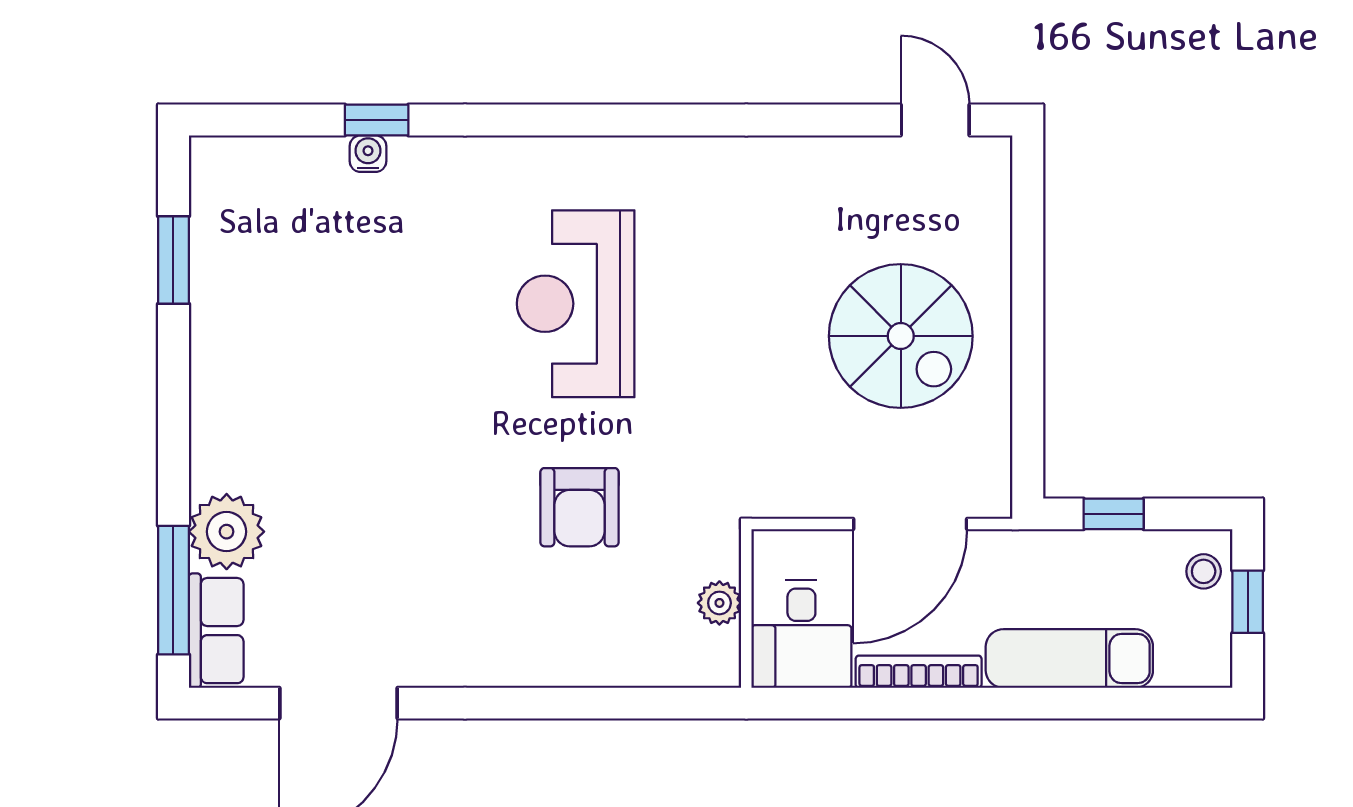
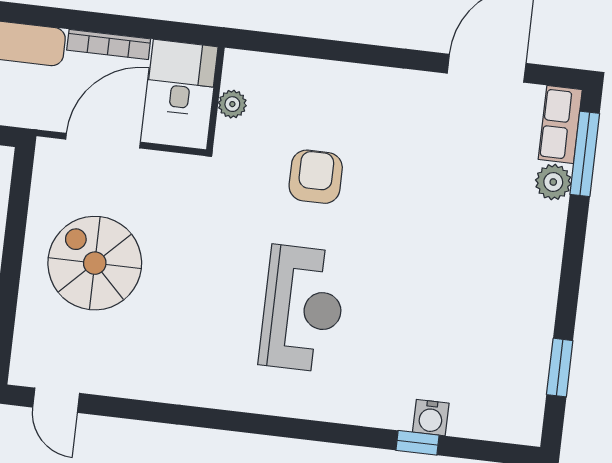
water cooler: (368, 154) -> (431, 418), width x1.38, depth x1.38
plant: (227, 532) -> (553, 182), width x0.73, depth x0.73

